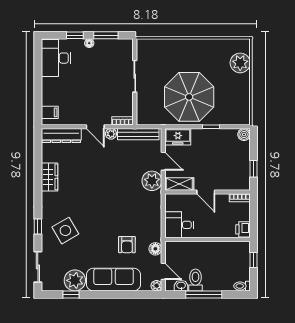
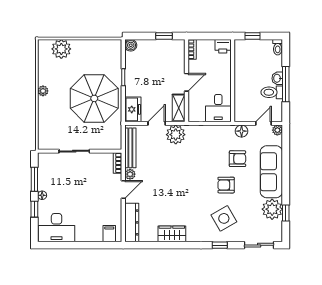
plant: (197, 44) -> (43, 91), added
armchair: (100, 233) -> (226, 185), added
washbasin: (181, 286) -> (277, 78), moved

